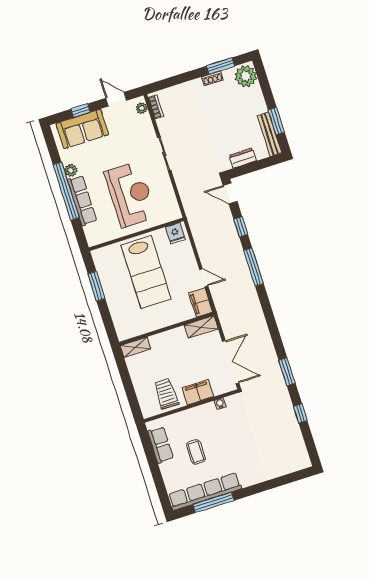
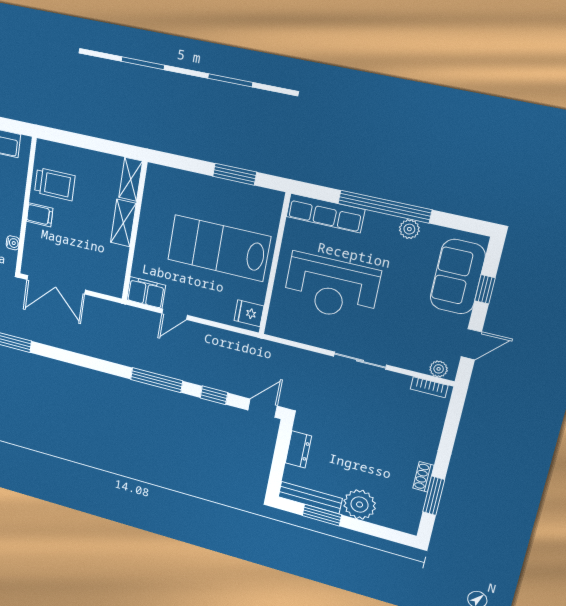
plant: (246, 76) -> (360, 505), moved
row of seats: (82, 200) -> (325, 213), moved
shelving: (201, 327) -> (123, 223), moved
filing cabinet: (198, 392) -> (40, 215), width x0.50

